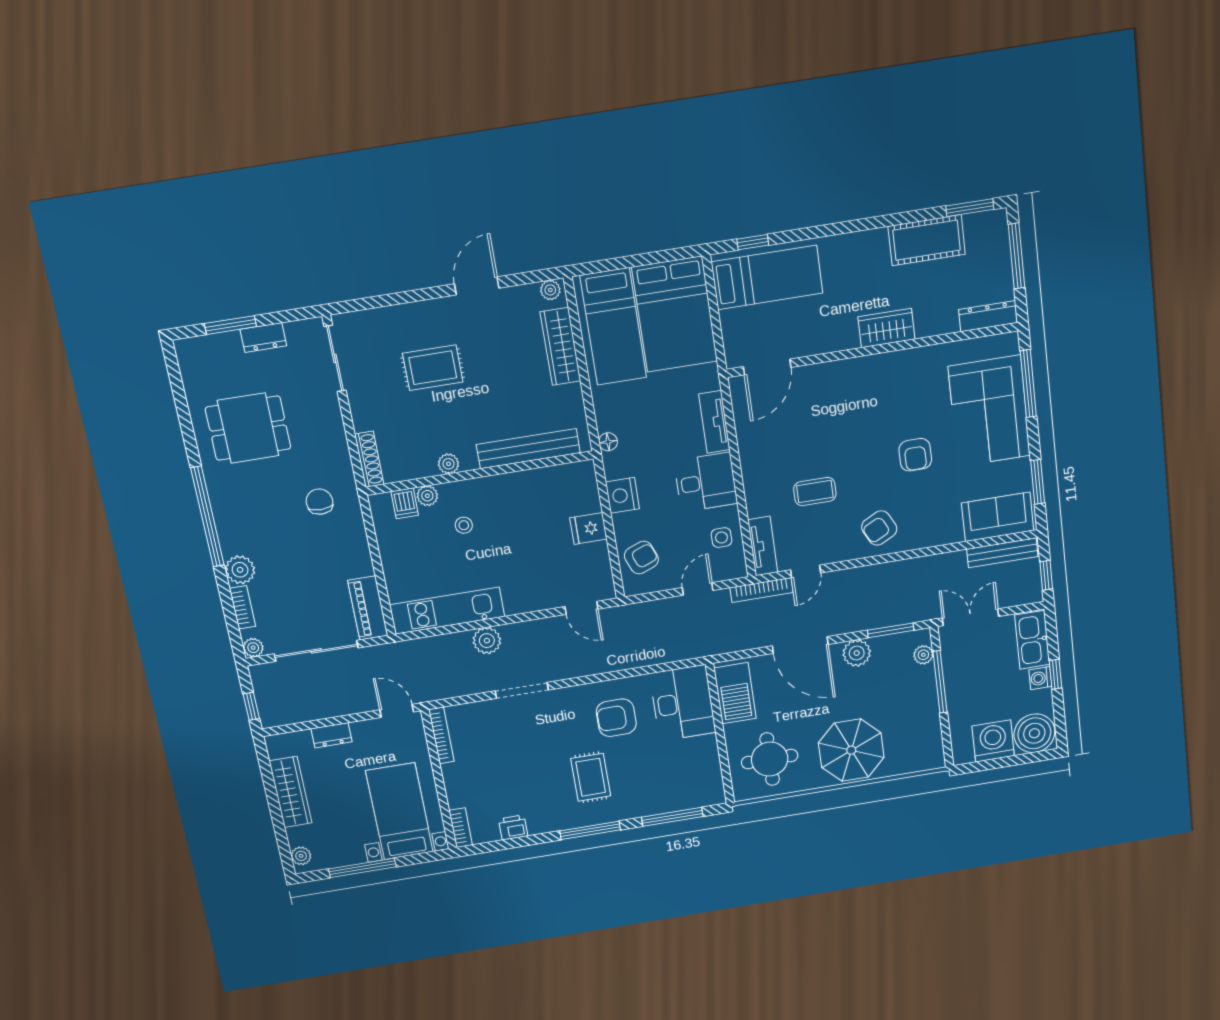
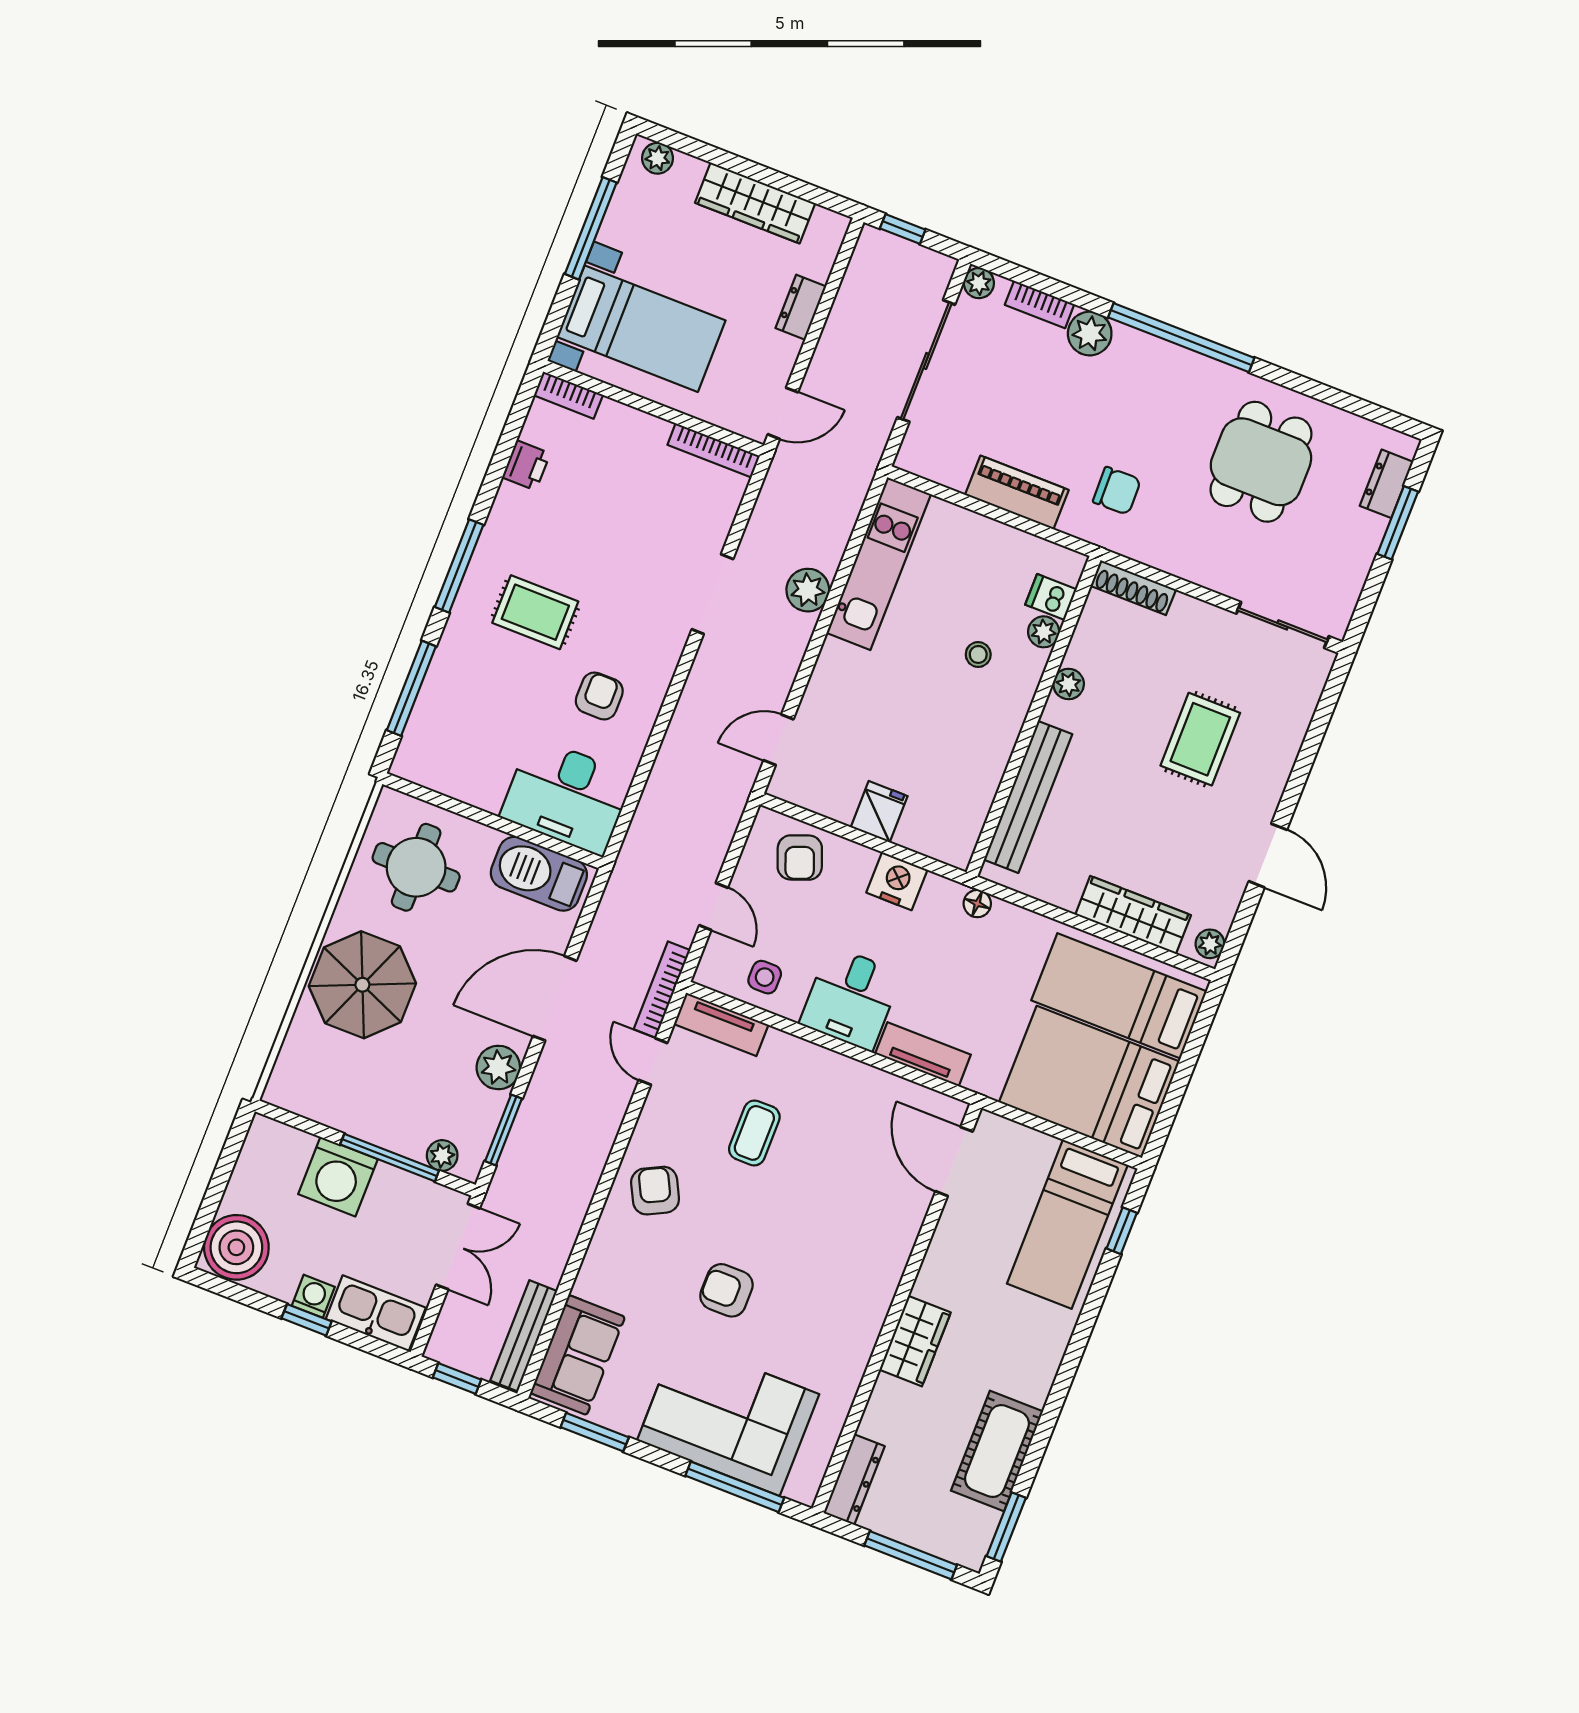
dresser: (263, 338) -> (1386, 484), moved
piano: (368, 608) -> (1017, 492), moved
armchair: (616, 718) -> (599, 696), width x0.72, depth x0.72
washing machine: (993, 741) -> (338, 1177), moved, turned 90

